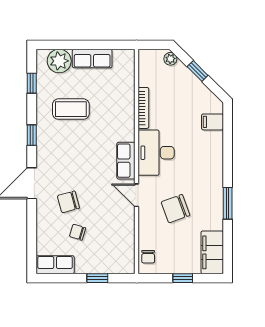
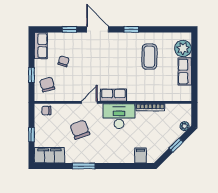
window: (32, 83) -> (69, 29), moved
chair: (68, 202) -> (47, 84), moved

